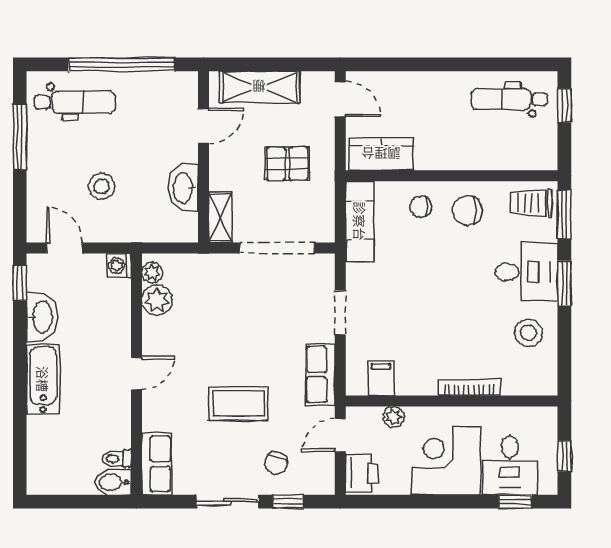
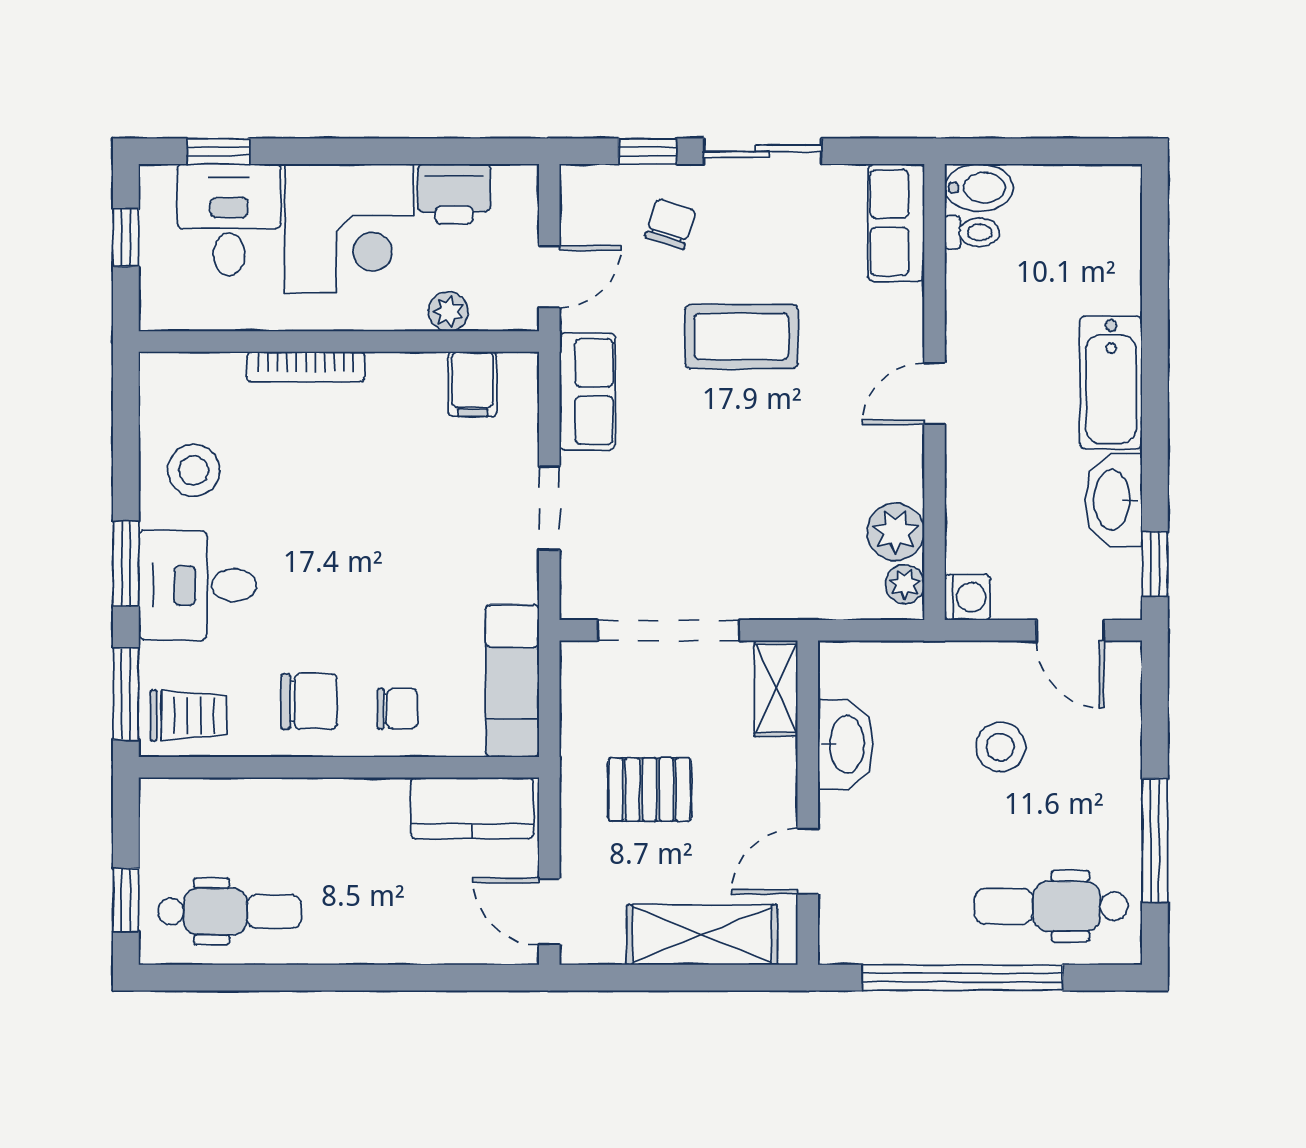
printer: (362, 473) -> (454, 194), moved, turned -90

